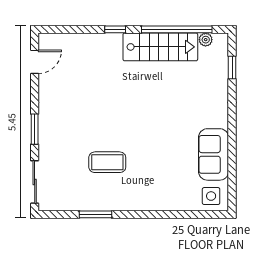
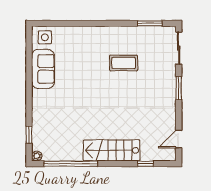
window: (115, 29) -> (146, 164), moved
plant: (206, 40) -> (37, 156), moved
stairs: (160, 47) -> (112, 150), moved
window: (95, 214) -> (150, 23), moved

